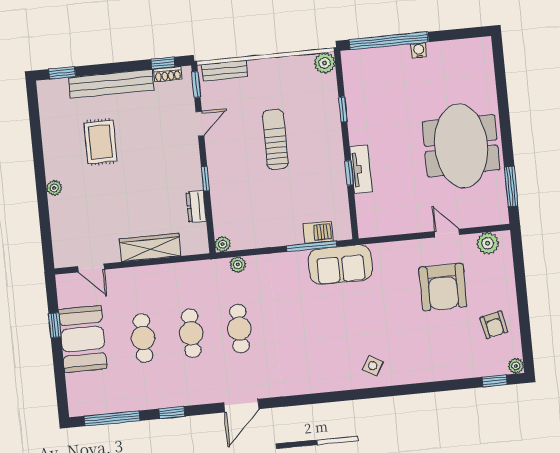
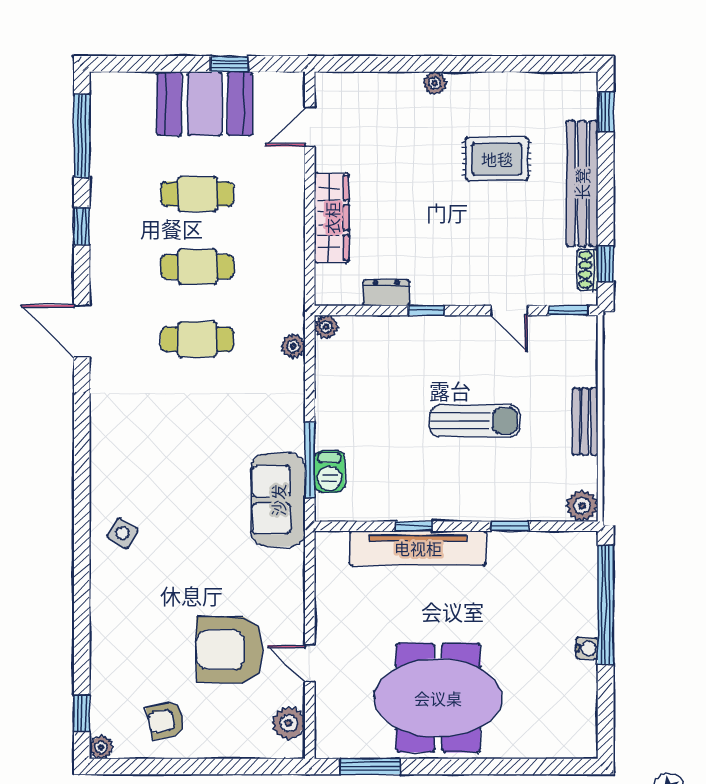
bench: (224, 71) -> (585, 422), moved
tv unit: (361, 169) -> (418, 548), width x1.92, depth x1.29
door: (447, 233) -> (310, 664), swing flipped

